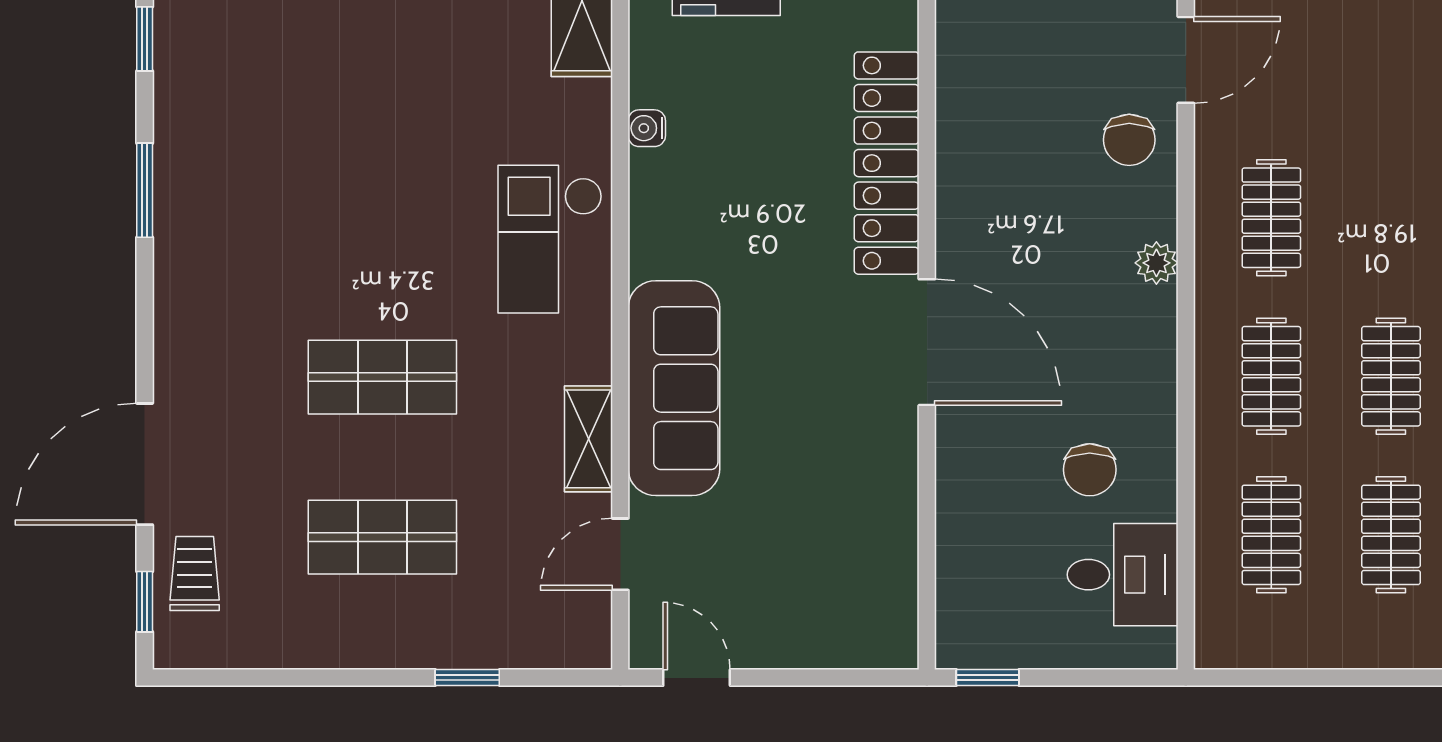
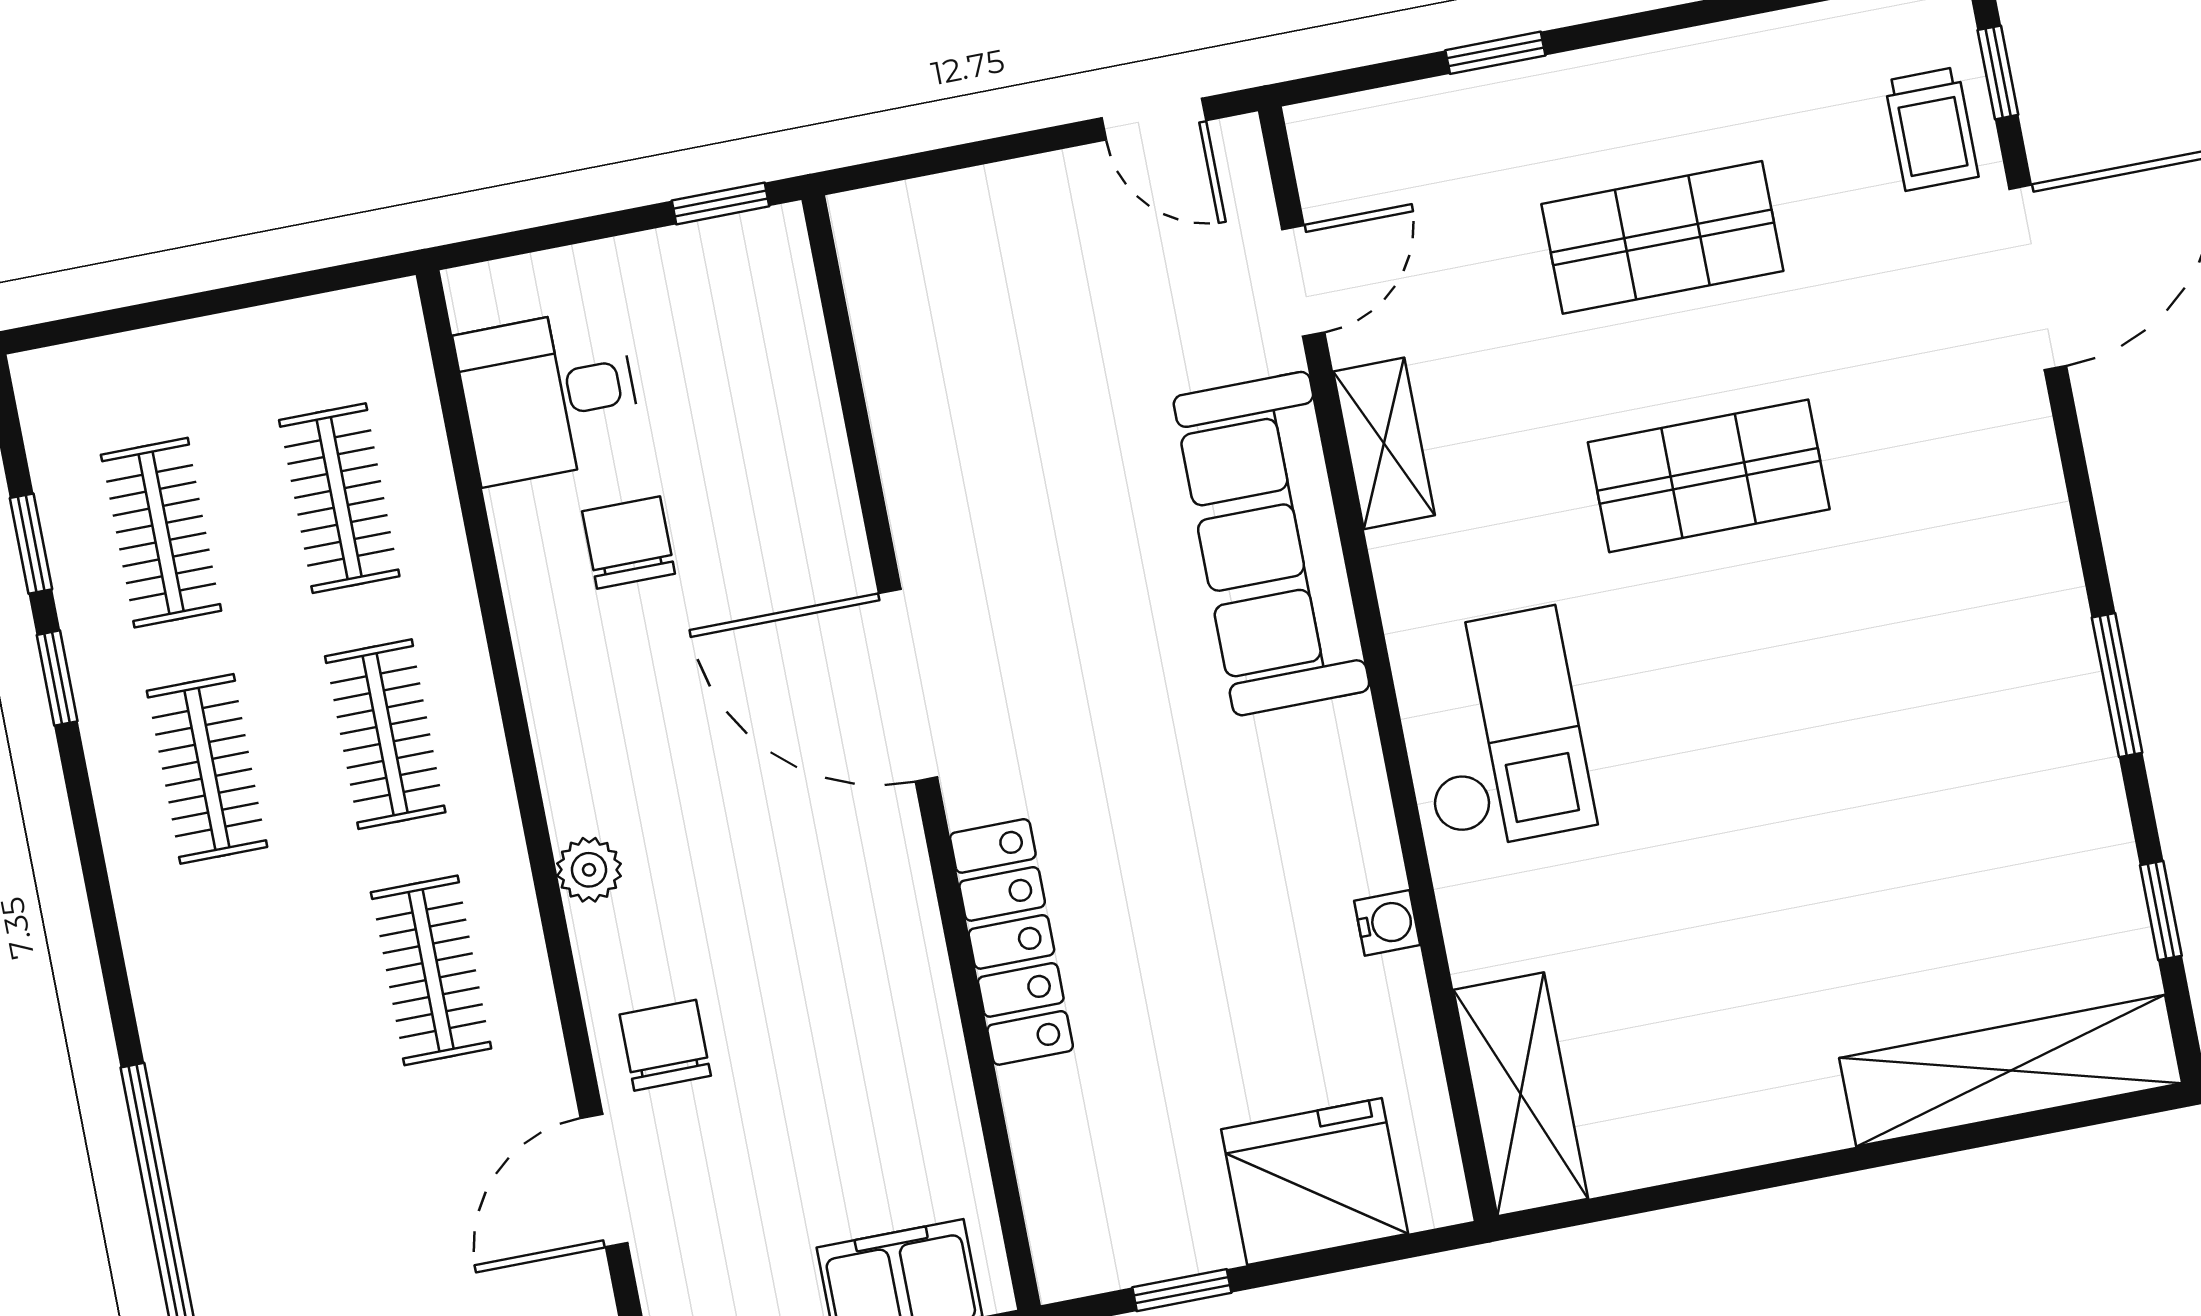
locker: (887, 163) -> (1011, 942), width x0.71, depth x0.83

